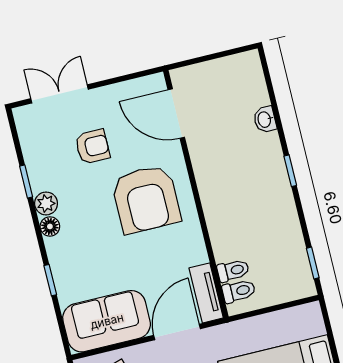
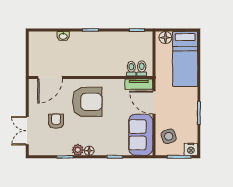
floor lamp: (311, 323) -> (165, 38), added

